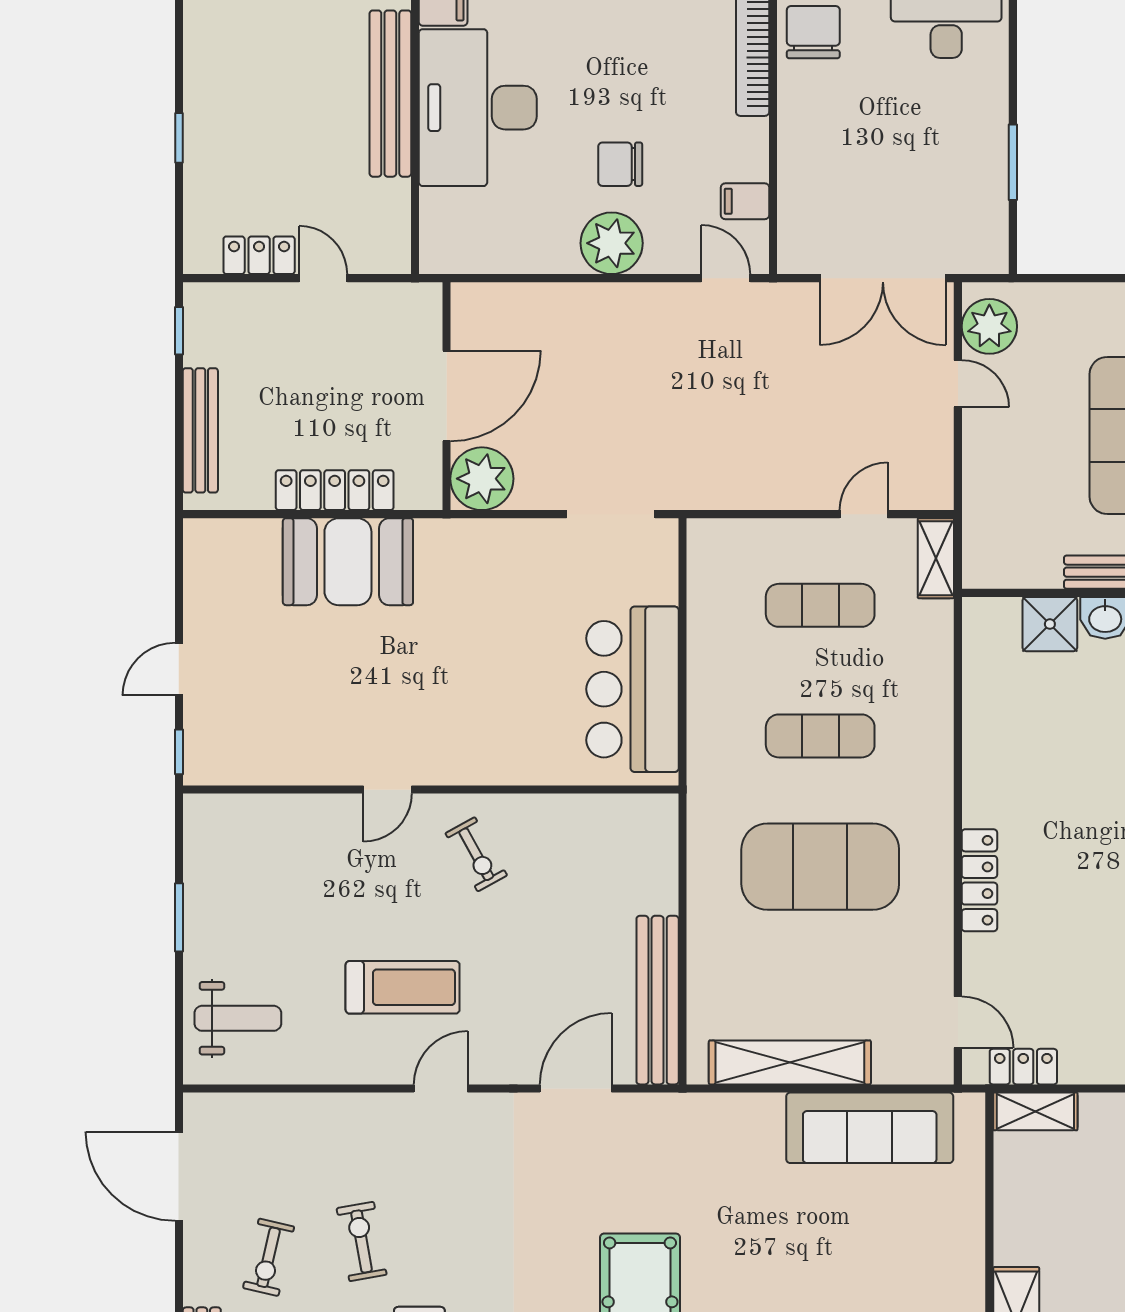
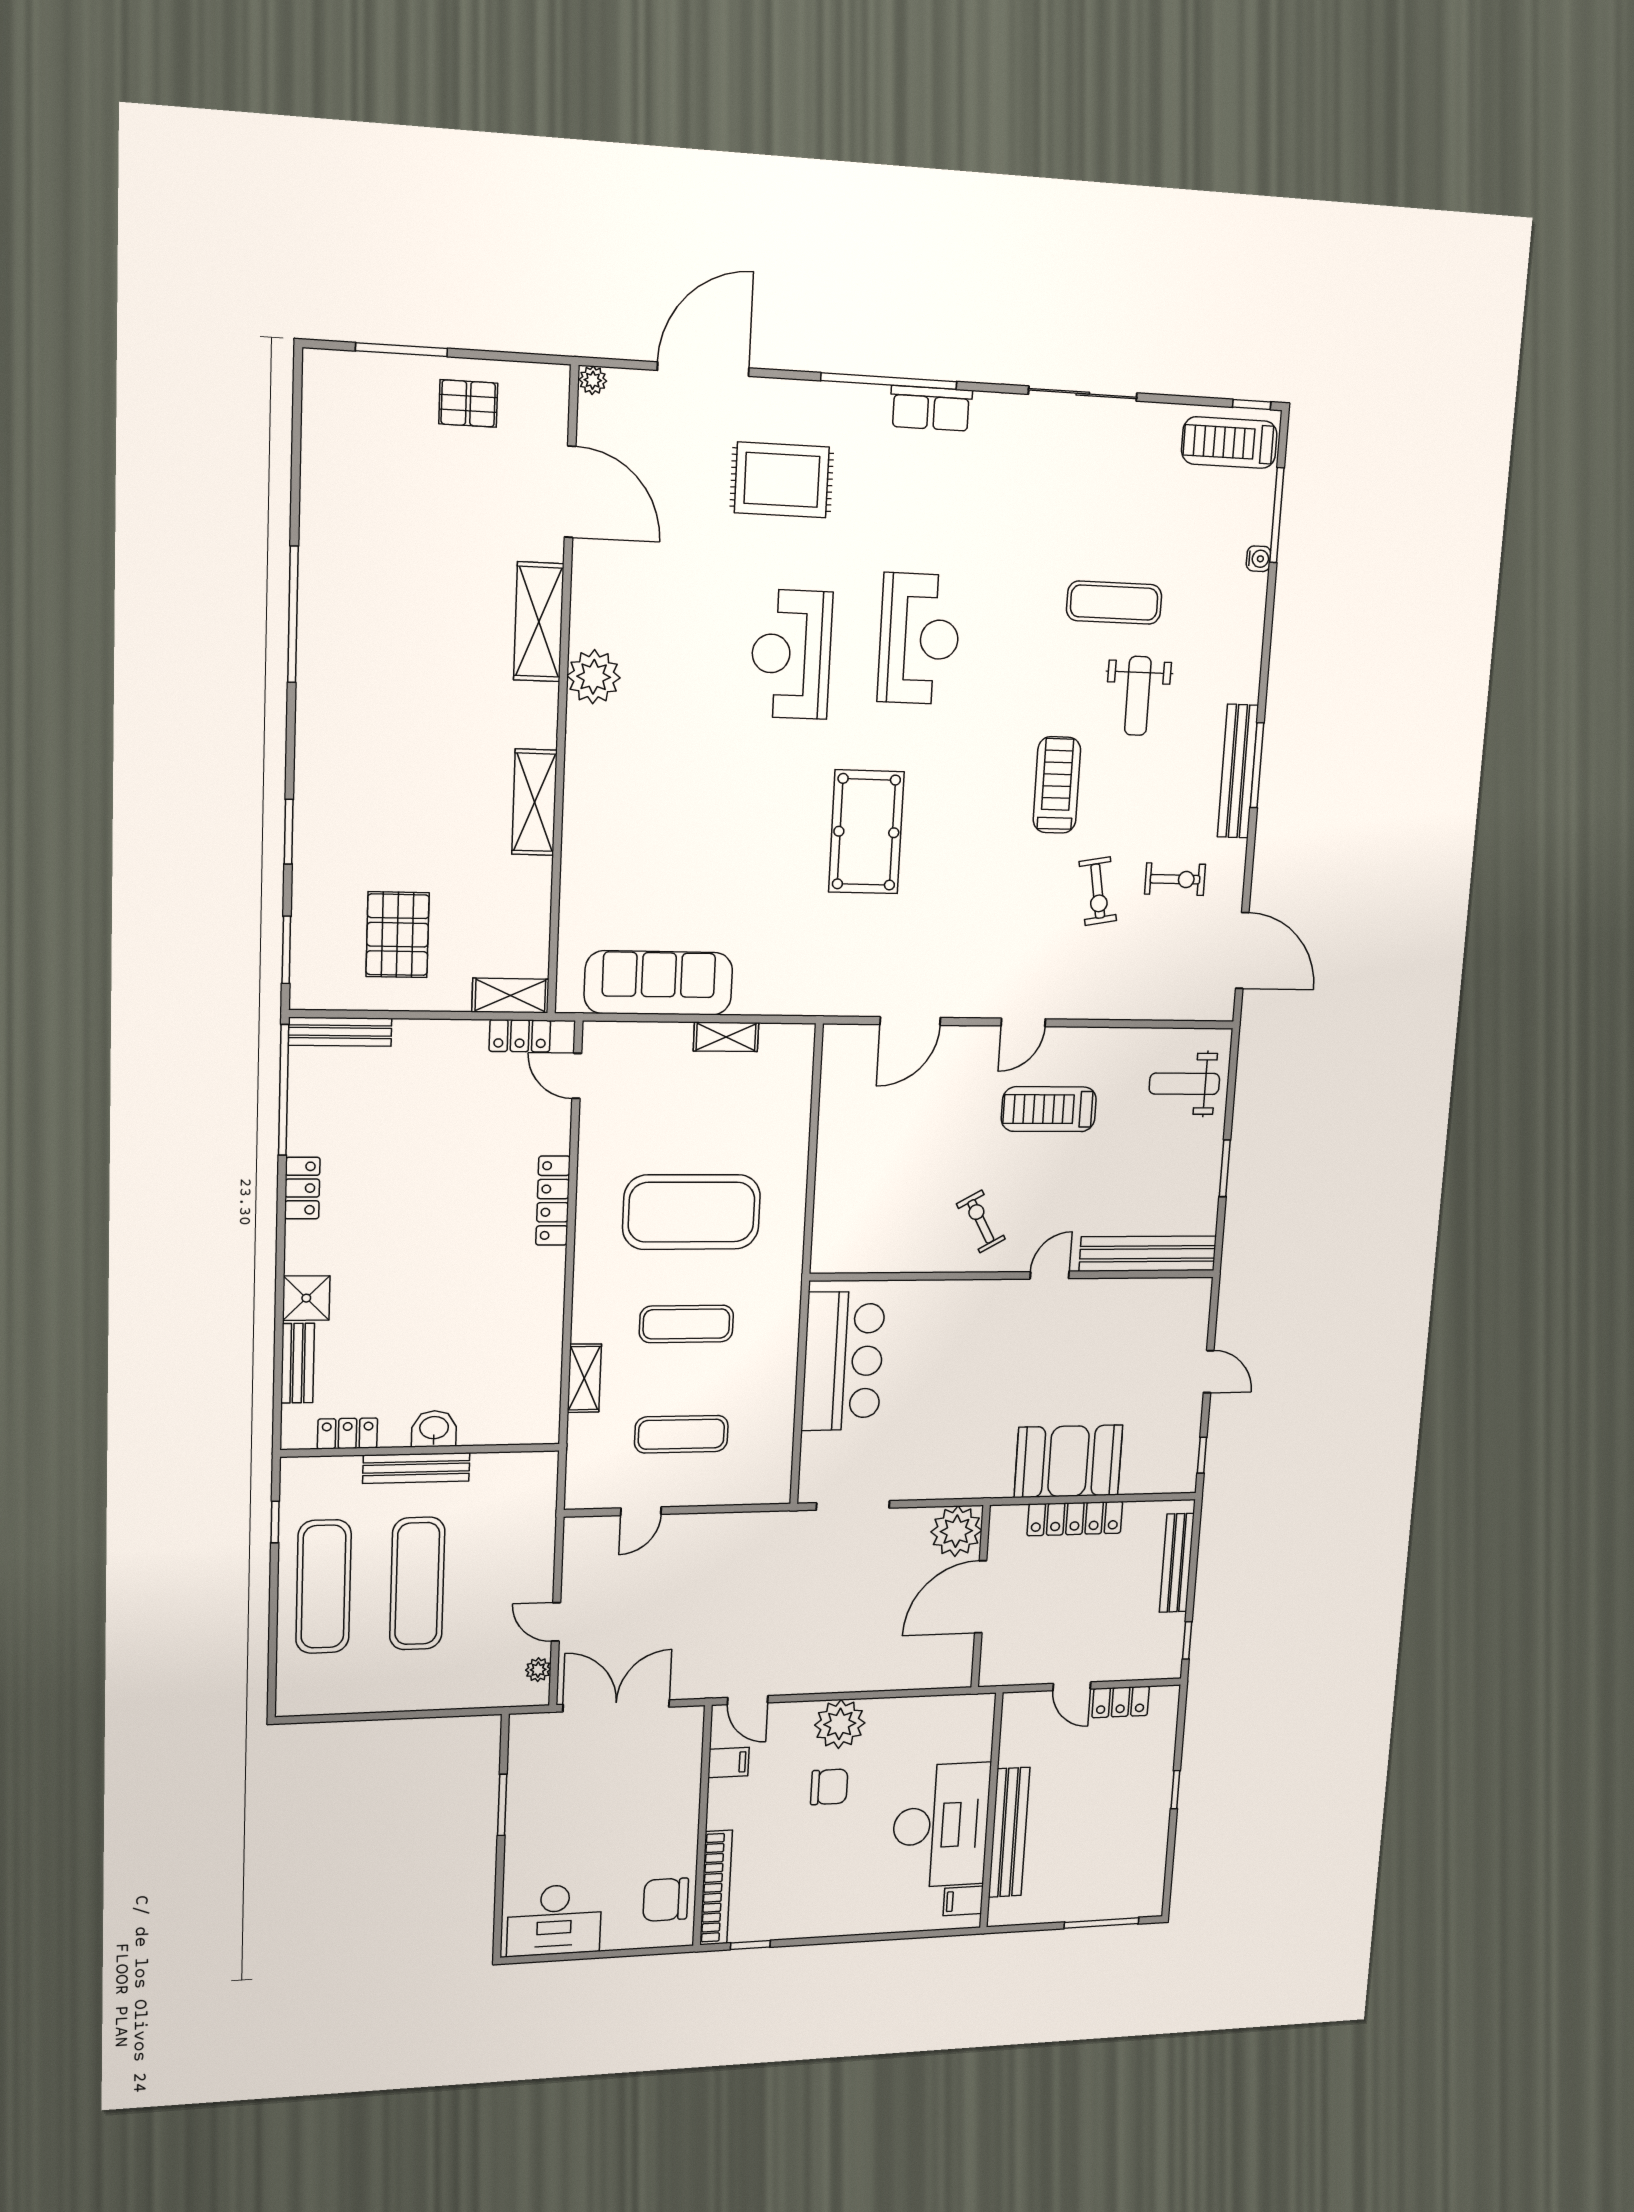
chair: (813, 32) -> (666, 1900), turned 90
plant: (989, 326) -> (538, 1670), width x0.53, depth x0.53
shelving: (936, 558) -> (584, 1378), moved
shower: (1050, 624) -> (483, 1422), removed
door: (179, 669) -> (1209, 1372), hinge flipped
window: (179, 752) -> (1202, 1455), moved
bench: (658, 1000) -> (1148, 1254), moved, turned 90
shelving: (790, 1062) -> (726, 1037), width x0.45, depth x0.75
exercise bike: (269, 1257) -> (1175, 879), turned 77

